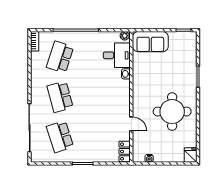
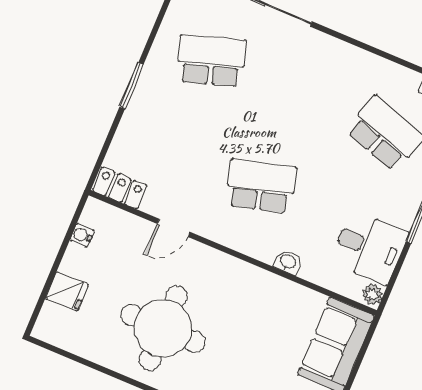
desk: (117, 55) -> (369, 247), moved, turned -90
school desk: (60, 97) -> (261, 186), moved
fridge: (191, 155) -> (67, 291), moved

